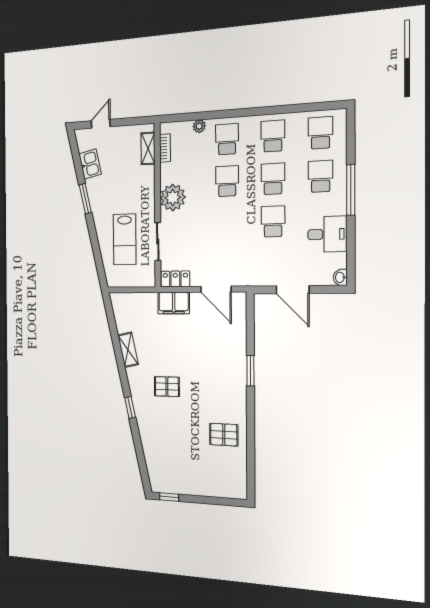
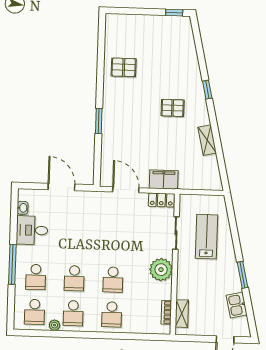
plant: (199, 126) -> (54, 325), moved
school desk: (273, 221) -> (75, 243), removed
washbasin: (340, 277) -> (23, 208), moved

